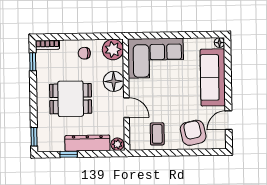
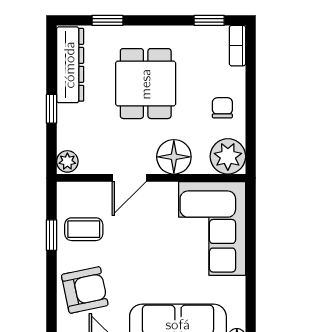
window: (34, 137) -> (107, 20), moved
dresser: (87, 143) -> (70, 65), moved
window: (161, 153) -> (52, 235), added
window: (69, 154) -> (52, 109), moved

